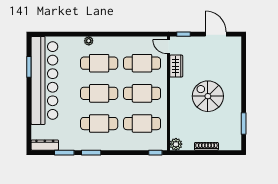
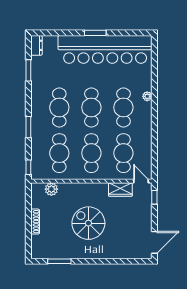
door: (216, 34) -> (154, 242), moved
door: (168, 47) -> (141, 181), hinge flipped
window: (29, 67) -> (95, 33), moved
spiral stairs: (208, 96) -> (88, 223), turned -90
plant: (176, 144) -> (51, 189), moved
dresser: (45, 145) -> (36, 45), width x0.70
window: (91, 153) -> (28, 127), moved

